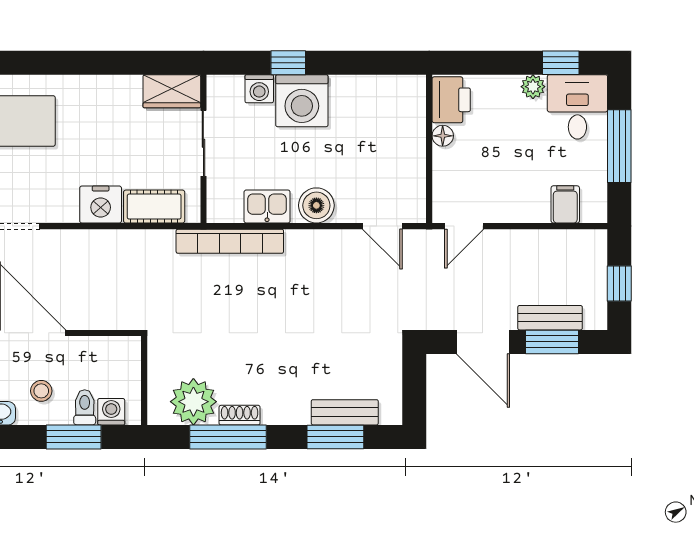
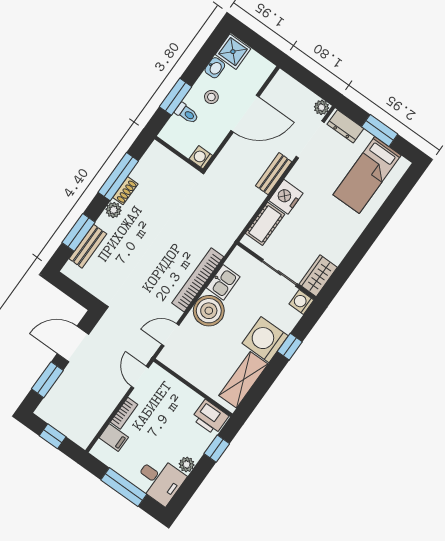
window: (561, 63) -> (217, 449), moved
washing machine: (259, 89) -> (301, 302), moved
shelving: (373, 92) -> (243, 380), added
floor lamp: (443, 136) -> (195, 400), removed
boiler: (316, 205) -> (209, 311), width x1.37, depth x1.37
bookcase: (525, 213) -> (124, 413), added
bookcase: (230, 241) -> (198, 280), moved
bench: (550, 318) -> (274, 174), moved
plant: (193, 402) -> (114, 210), moved, width x0.53, depth x0.53
washing machine: (111, 412) -> (201, 157), moved, turned 180

